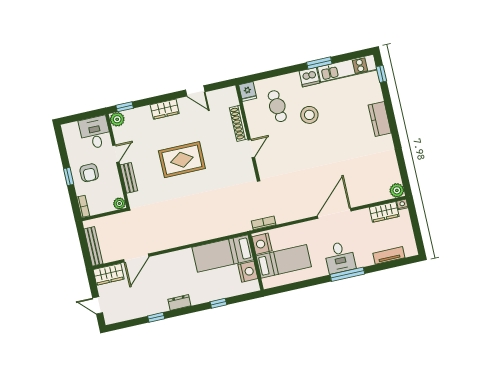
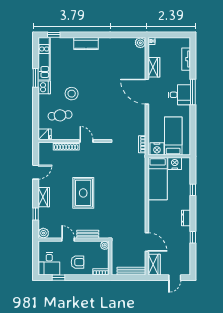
window: (125, 107) -> (36, 214), moved
desk: (95, 133) -> (49, 264), moved, turned -90
window: (69, 177) -> (58, 278), moved
wardrobe: (384, 212) -> (154, 67), moved

